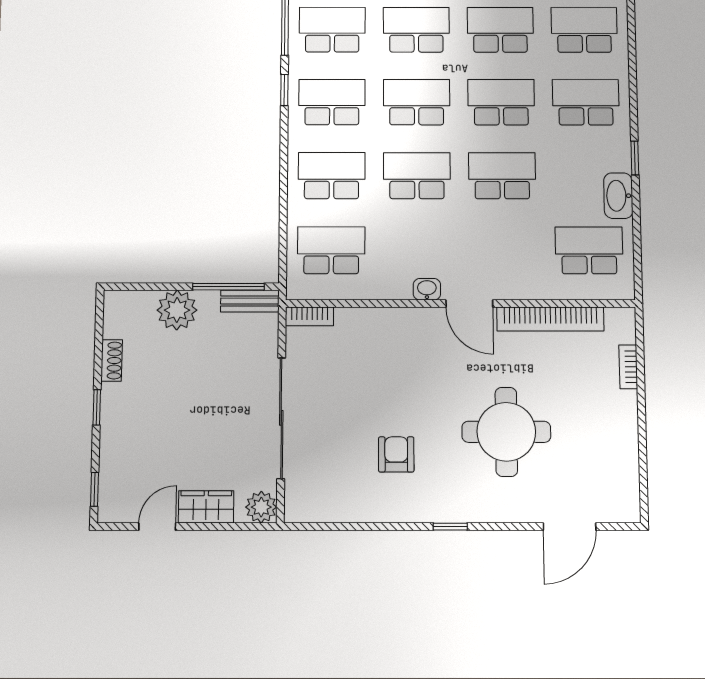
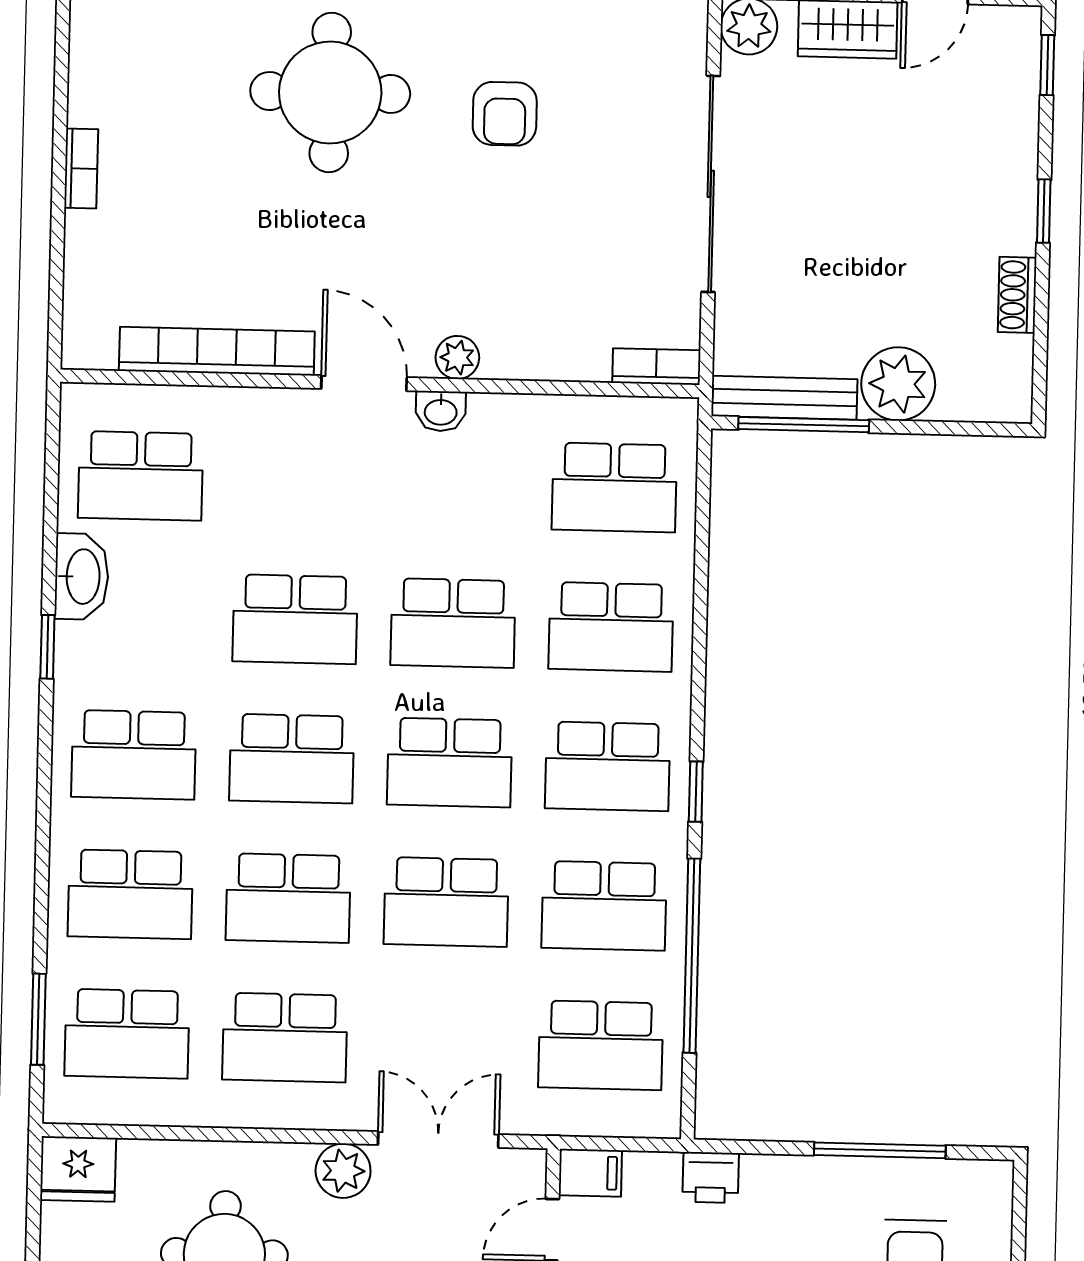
bench: (250, 301) -> (784, 398), width x1.36
plant: (419, 319) -> (457, 357), added
bookcase: (628, 367) -> (81, 168), moved
round table: (506, 432) -> (330, 92), moved

